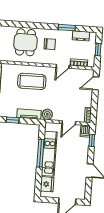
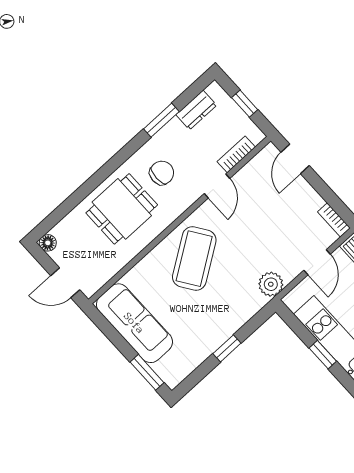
dining table: (25, 42) -> (122, 209), turned 90
coffee table: (32, 81) -> (194, 259), turned -34
tv unit: (29, 114) -> (242, 313), removed
window: (40, 153) -> (323, 355), width x0.46

